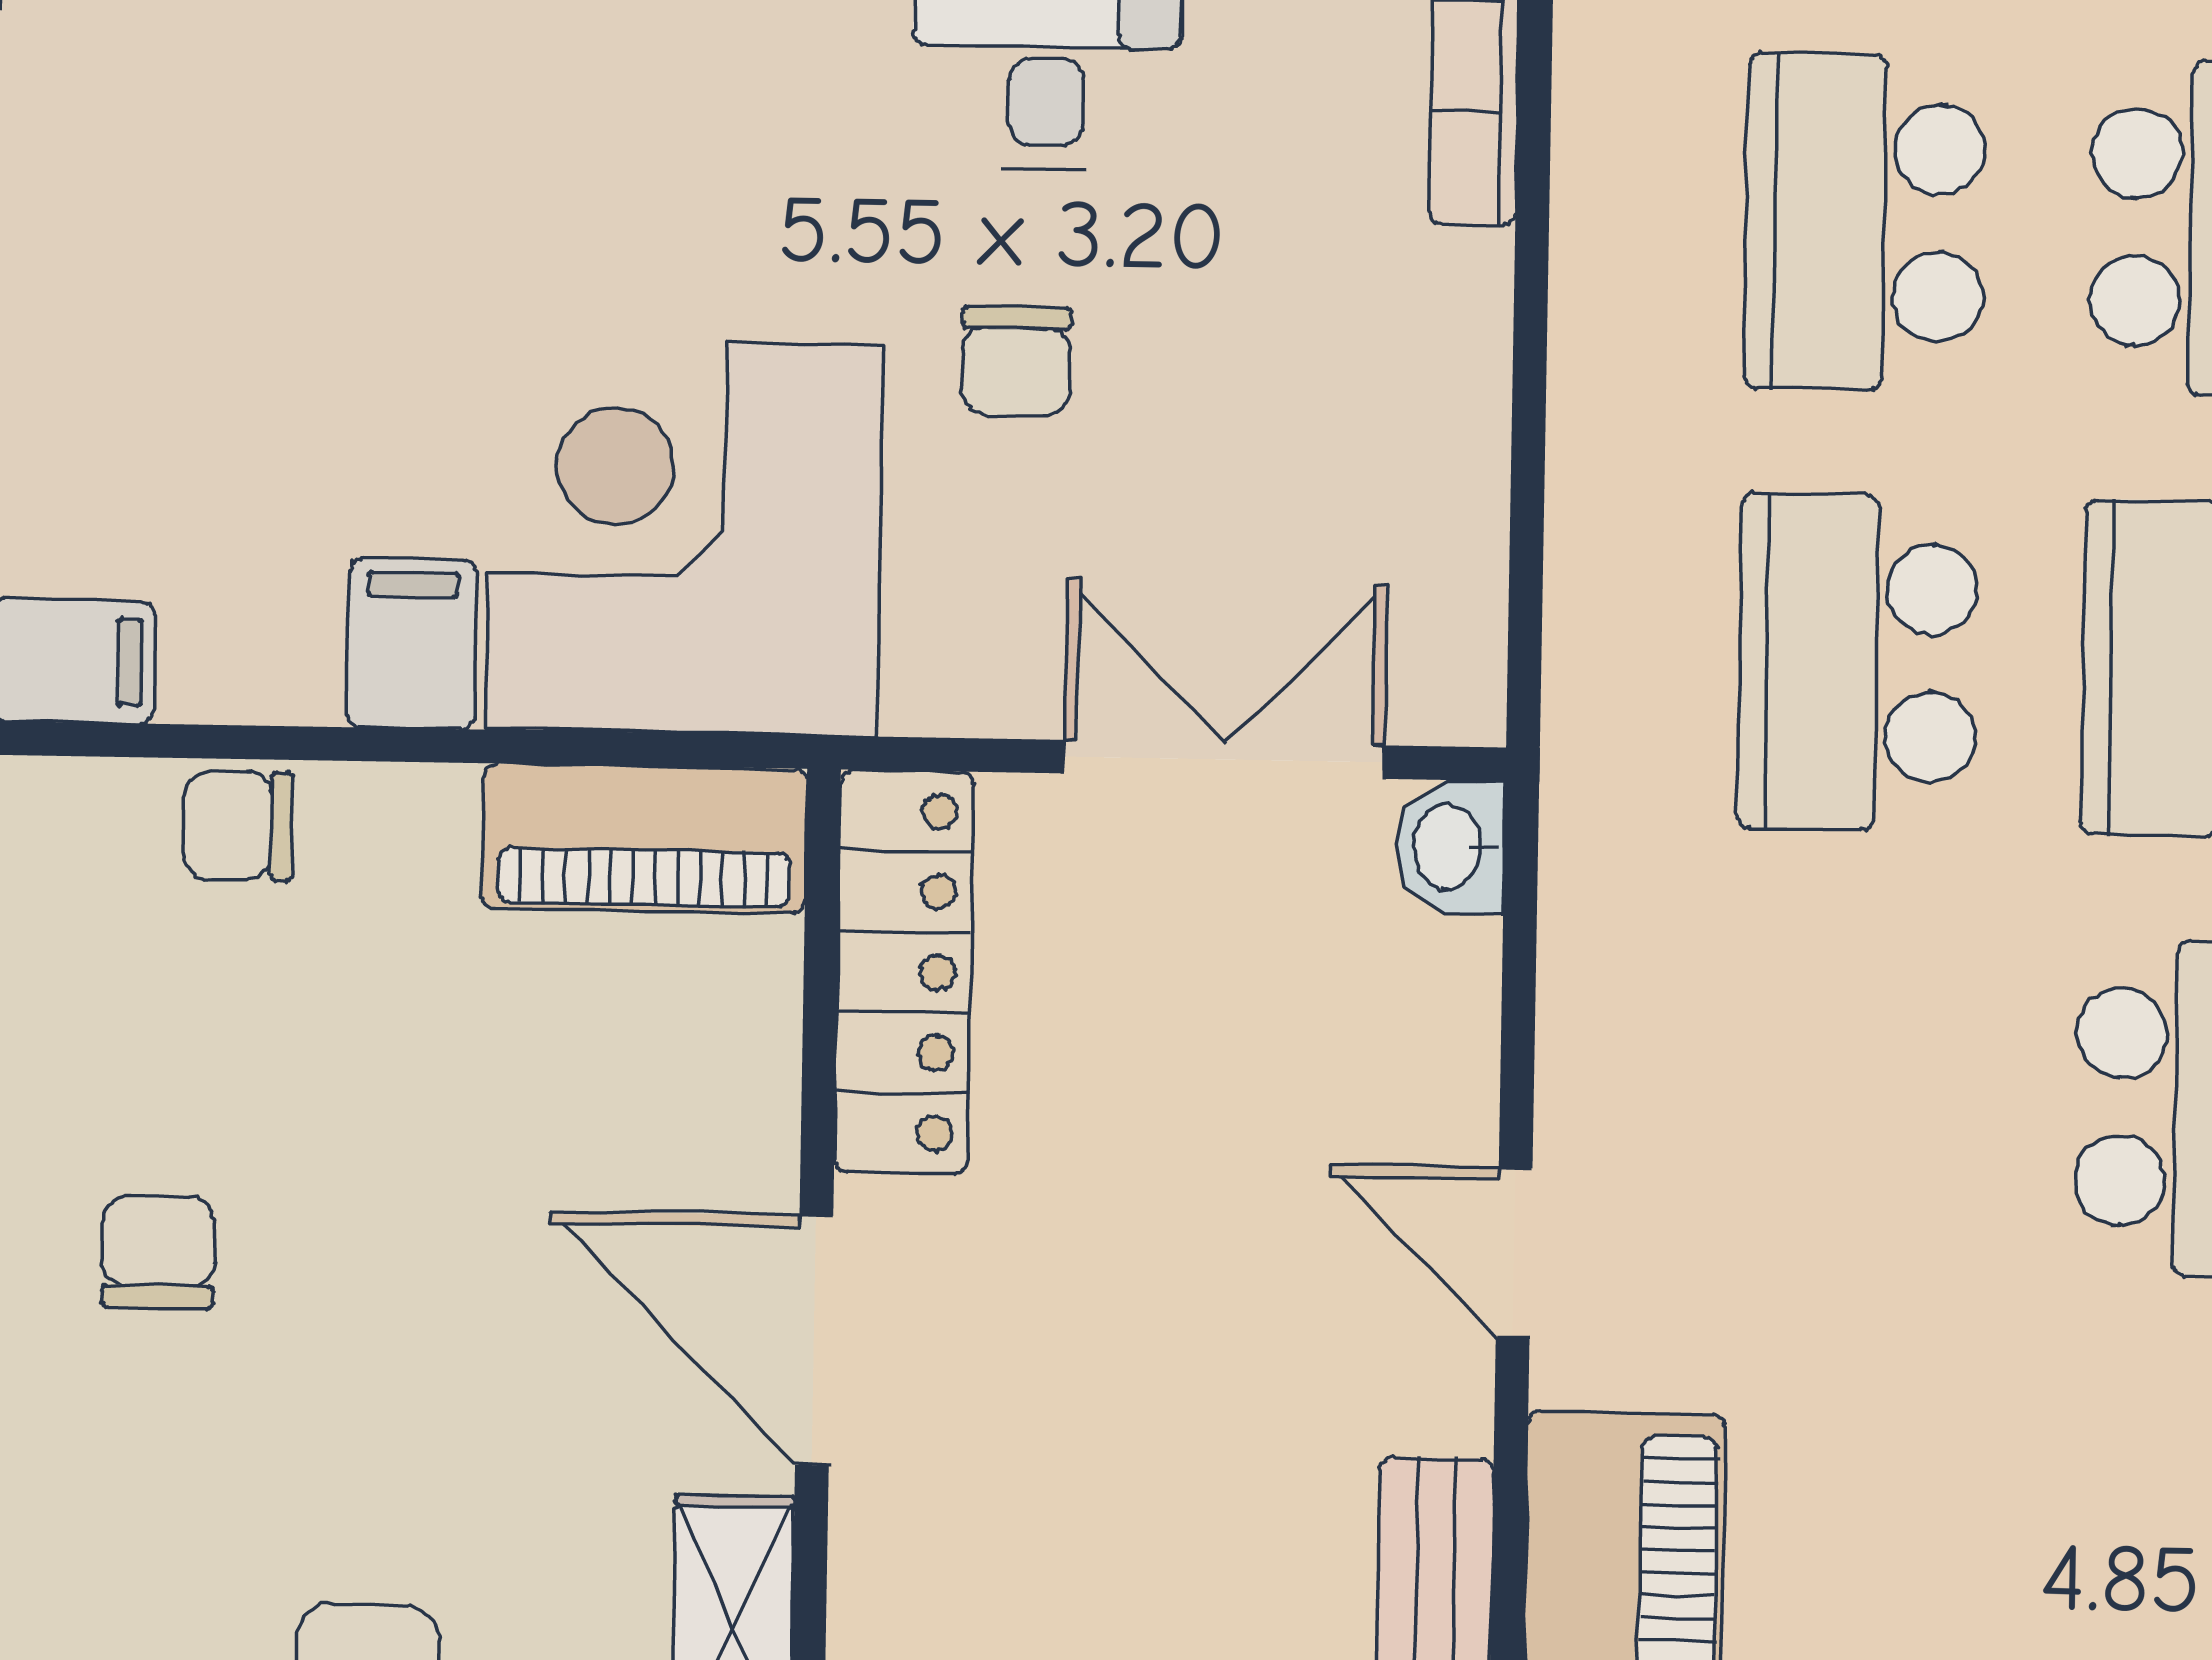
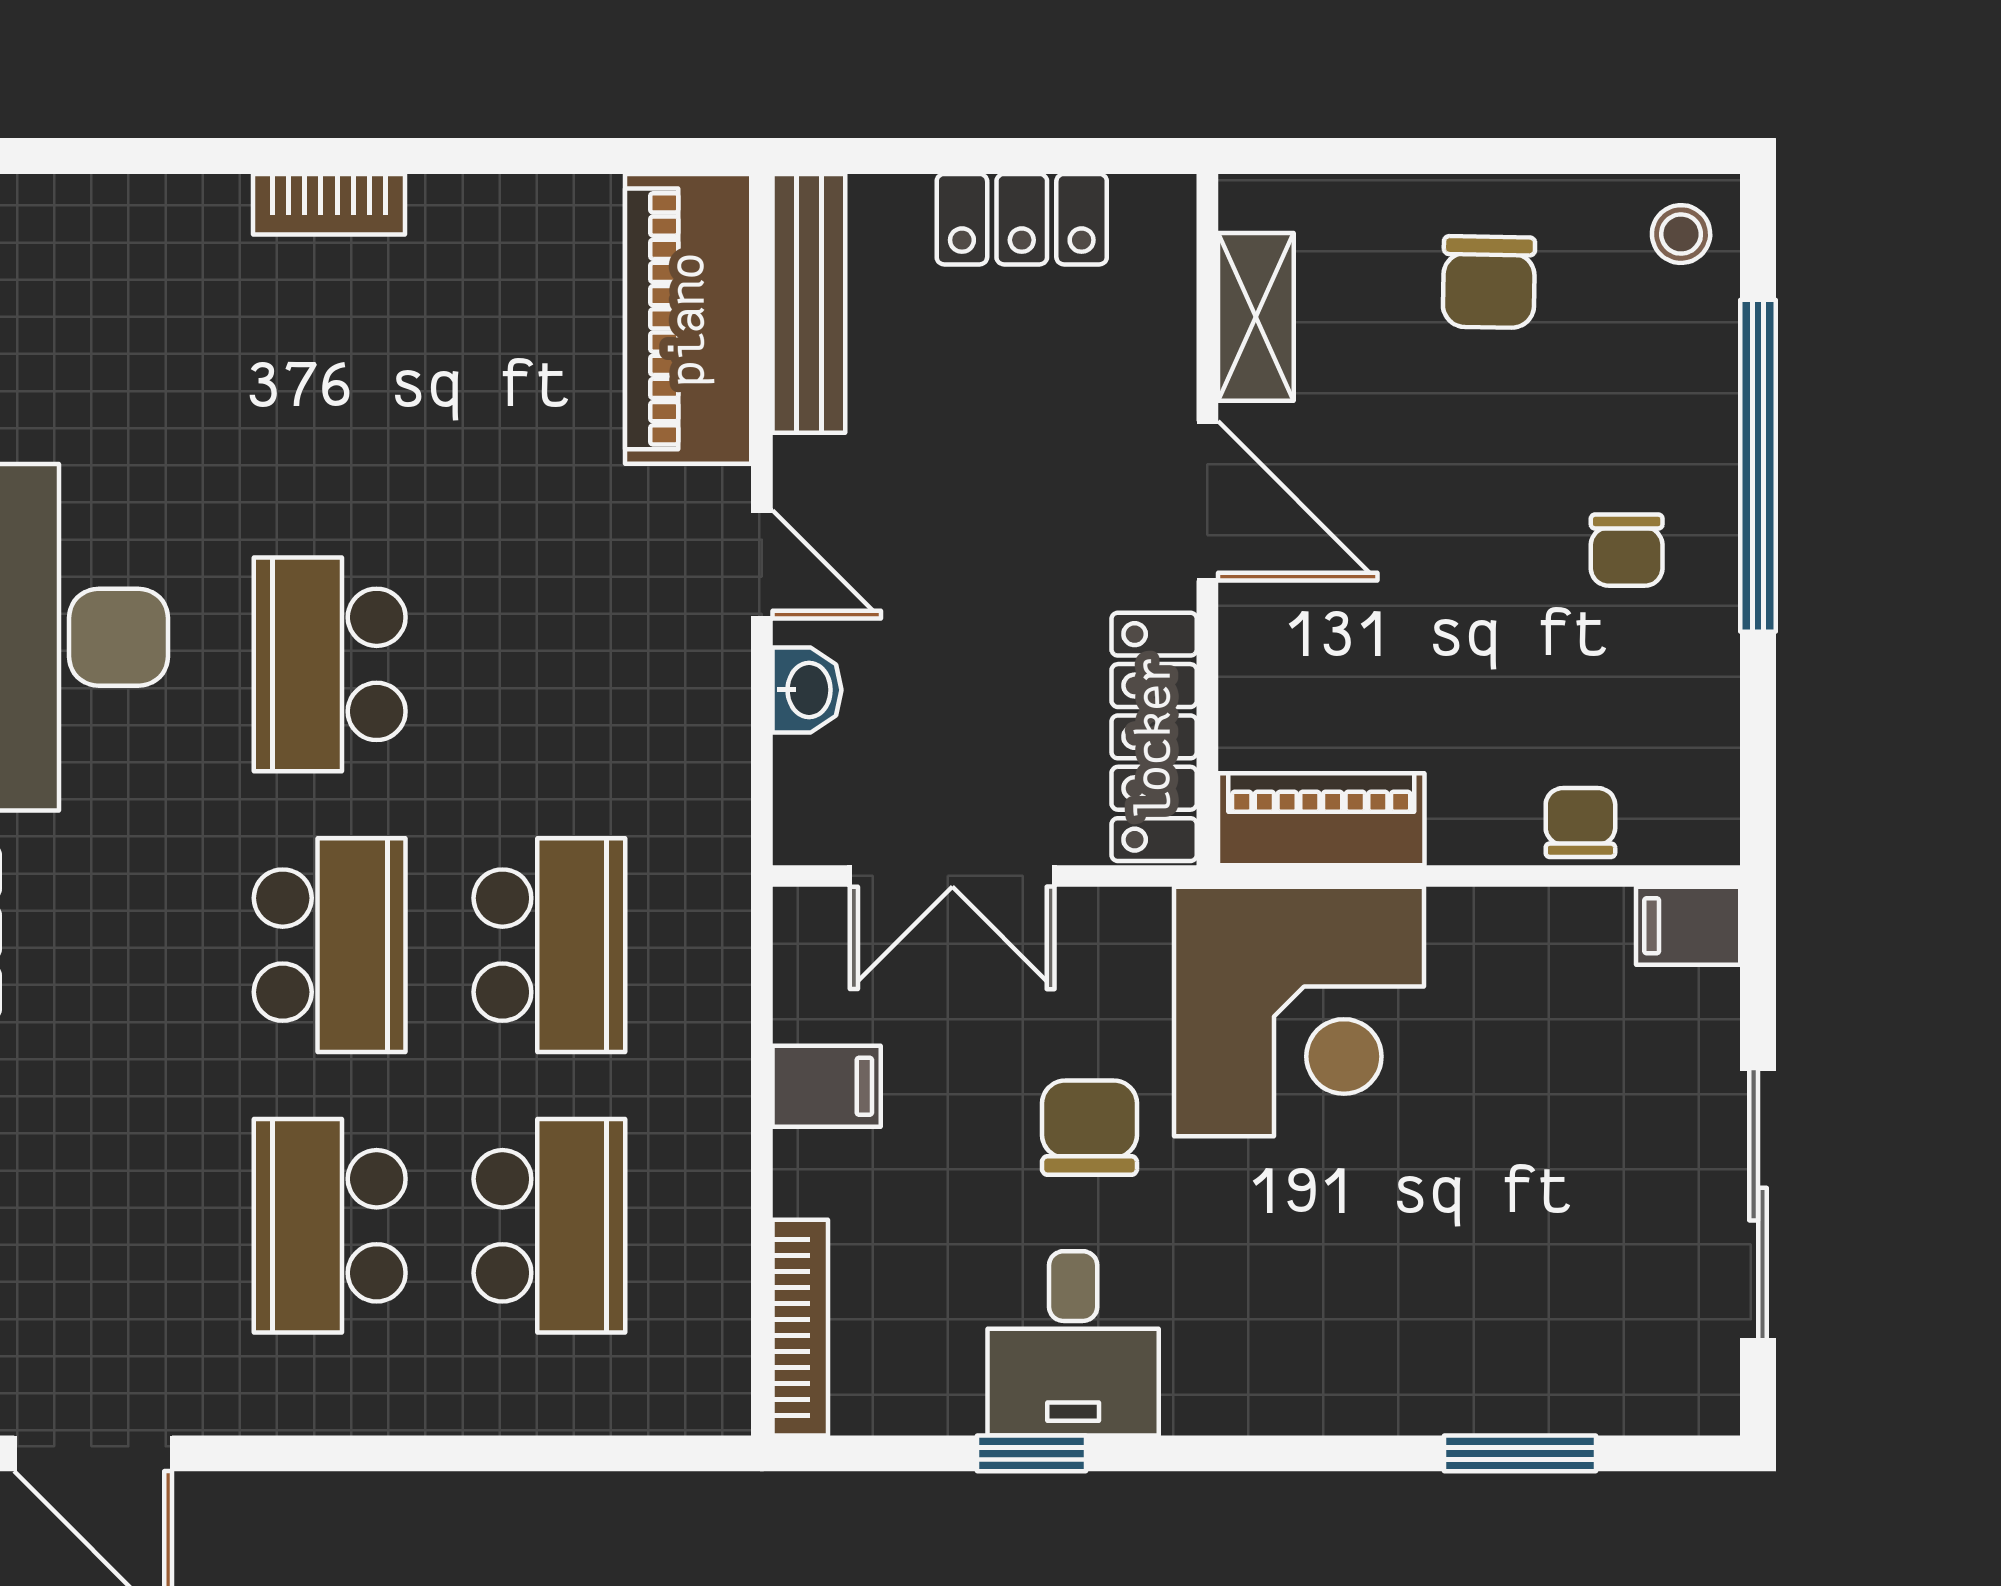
chair: (1016, 361) -> (1089, 1128), width x1.37, depth x1.37
filing cabinet: (412, 644) -> (827, 1086), moved, turned -90
chair: (238, 826) -> (1580, 823), turned -90
washbasin: (1450, 847) -> (807, 690), moved

